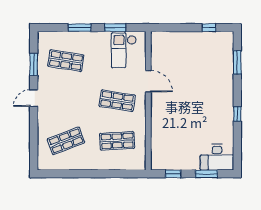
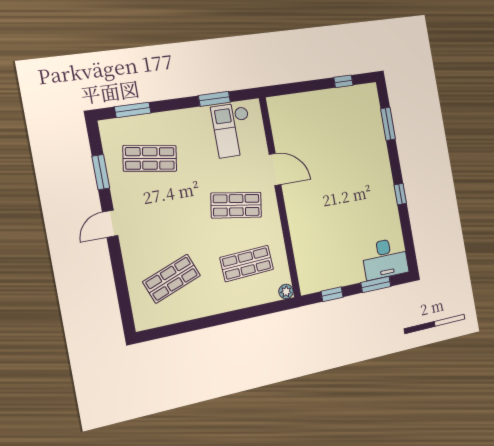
window: (79, 28) -> (133, 110), moved
plant: (141, 165) -> (286, 291), added

